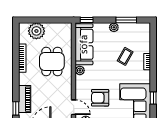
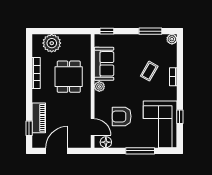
plant: (114, 27) -> (172, 39), moved
sofa: (84, 44) -> (104, 64), width x0.73

